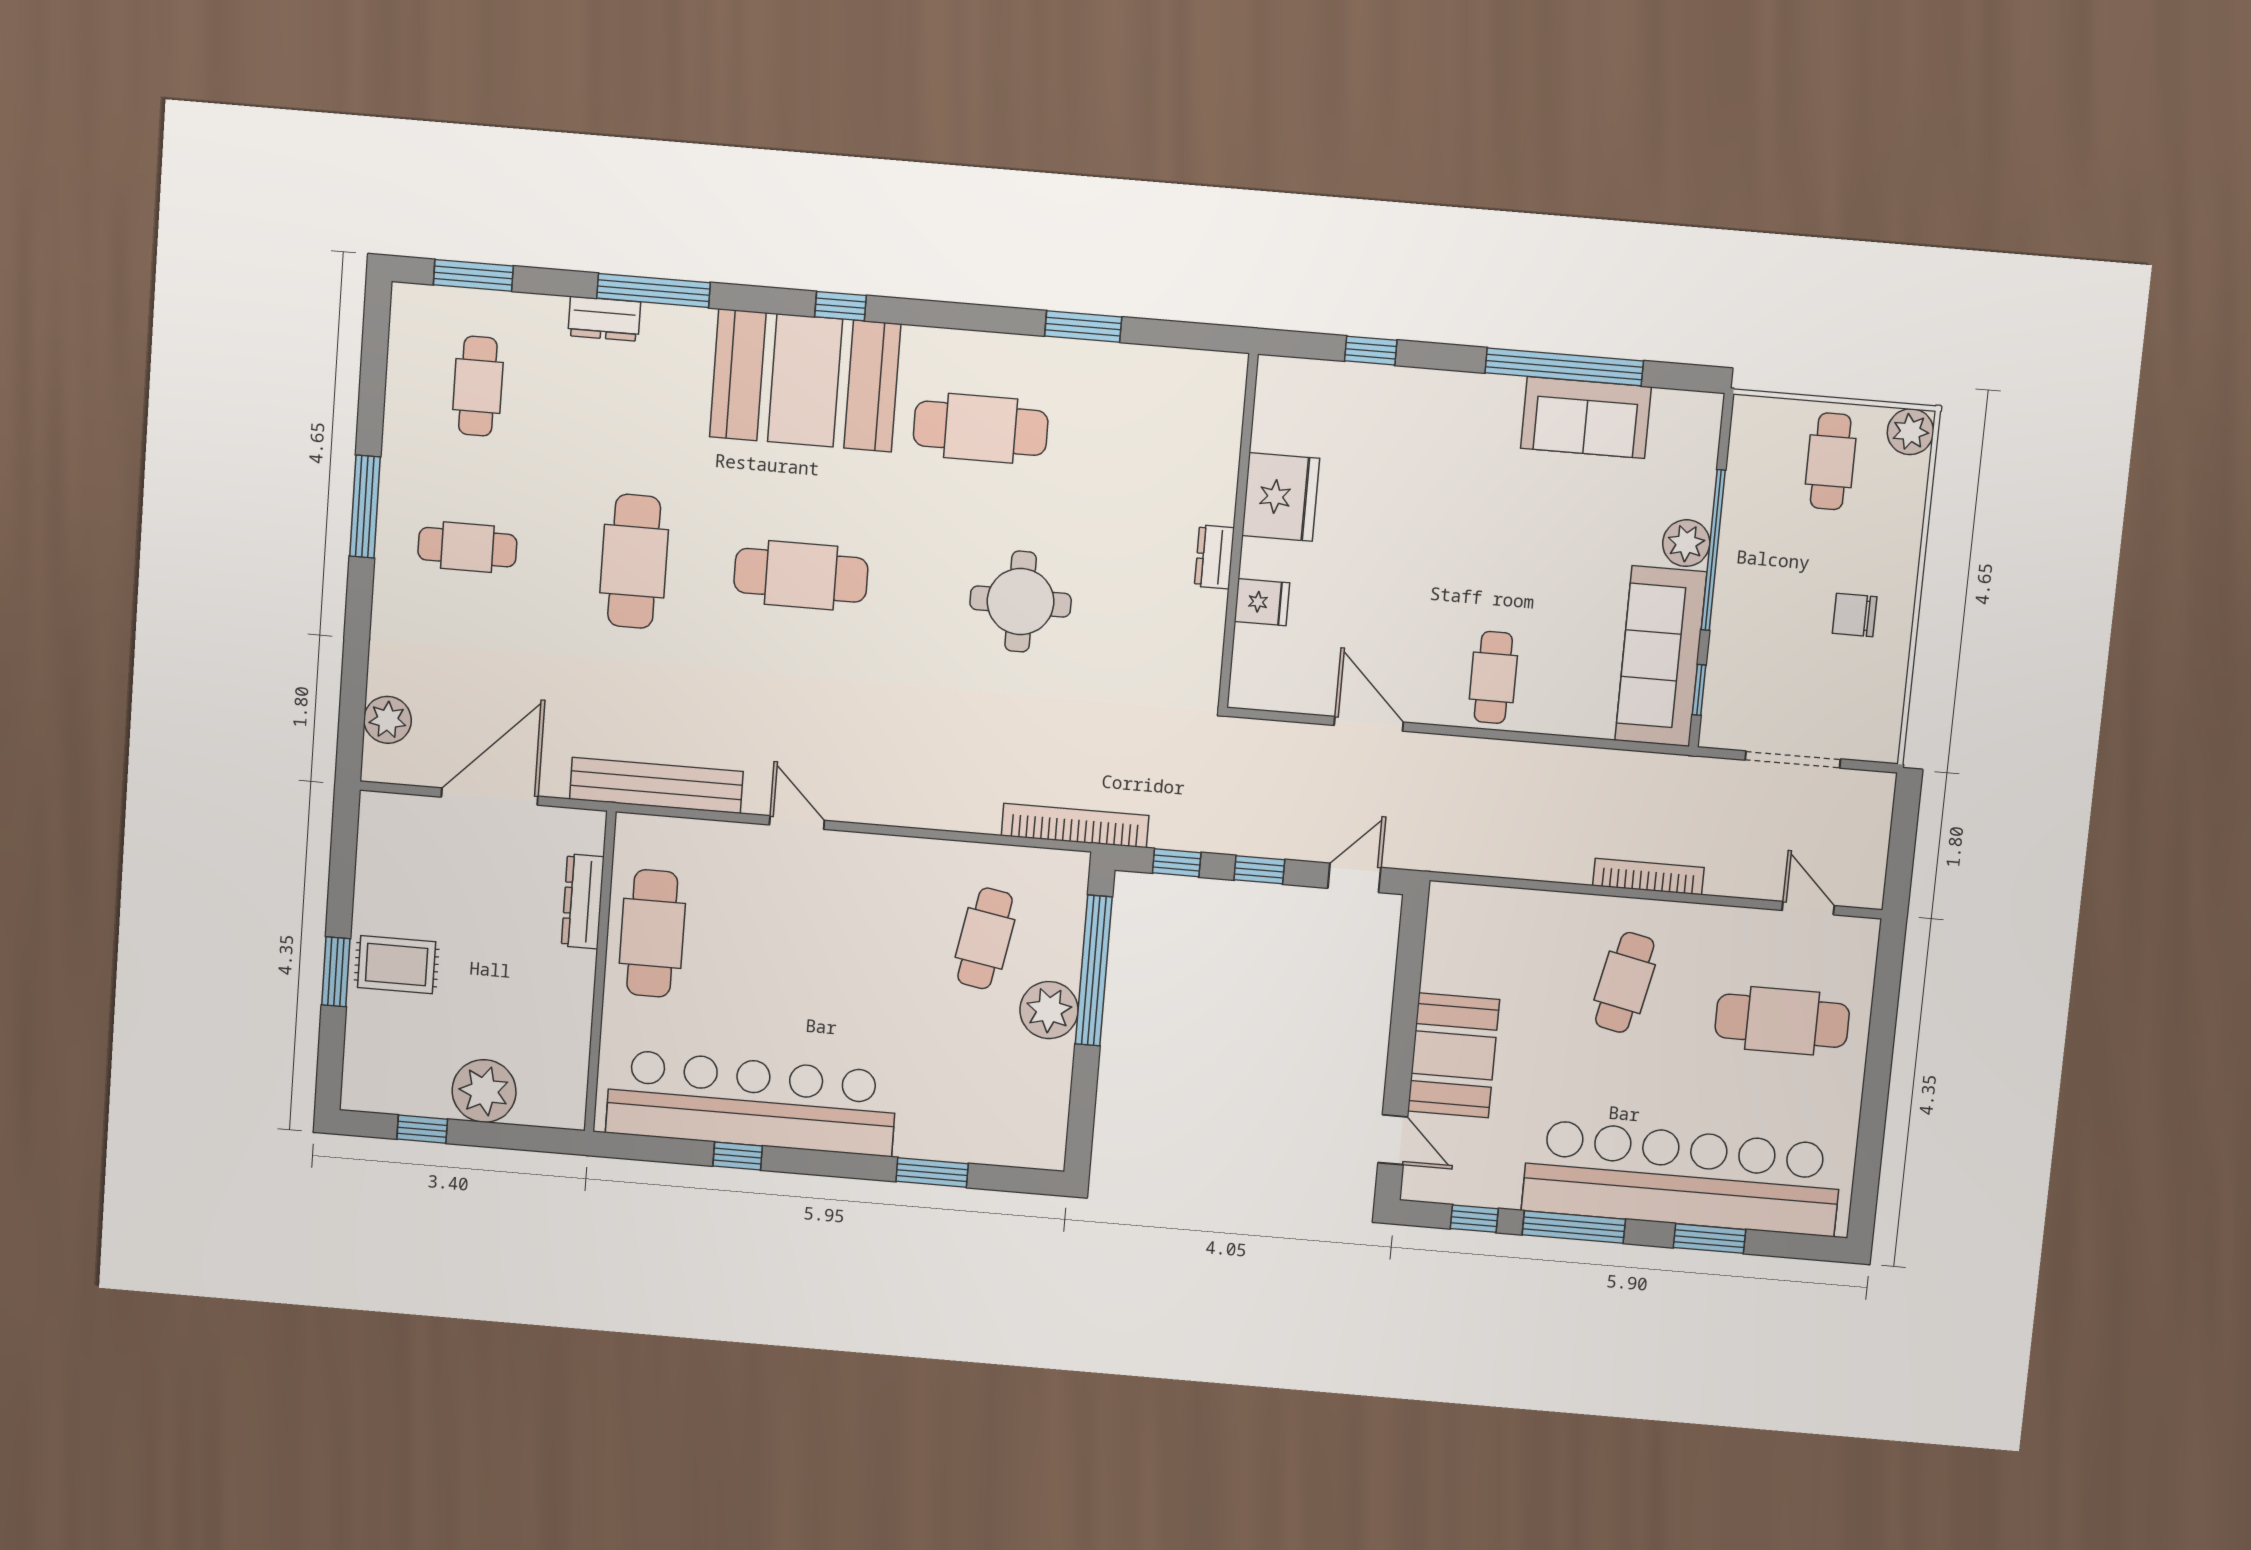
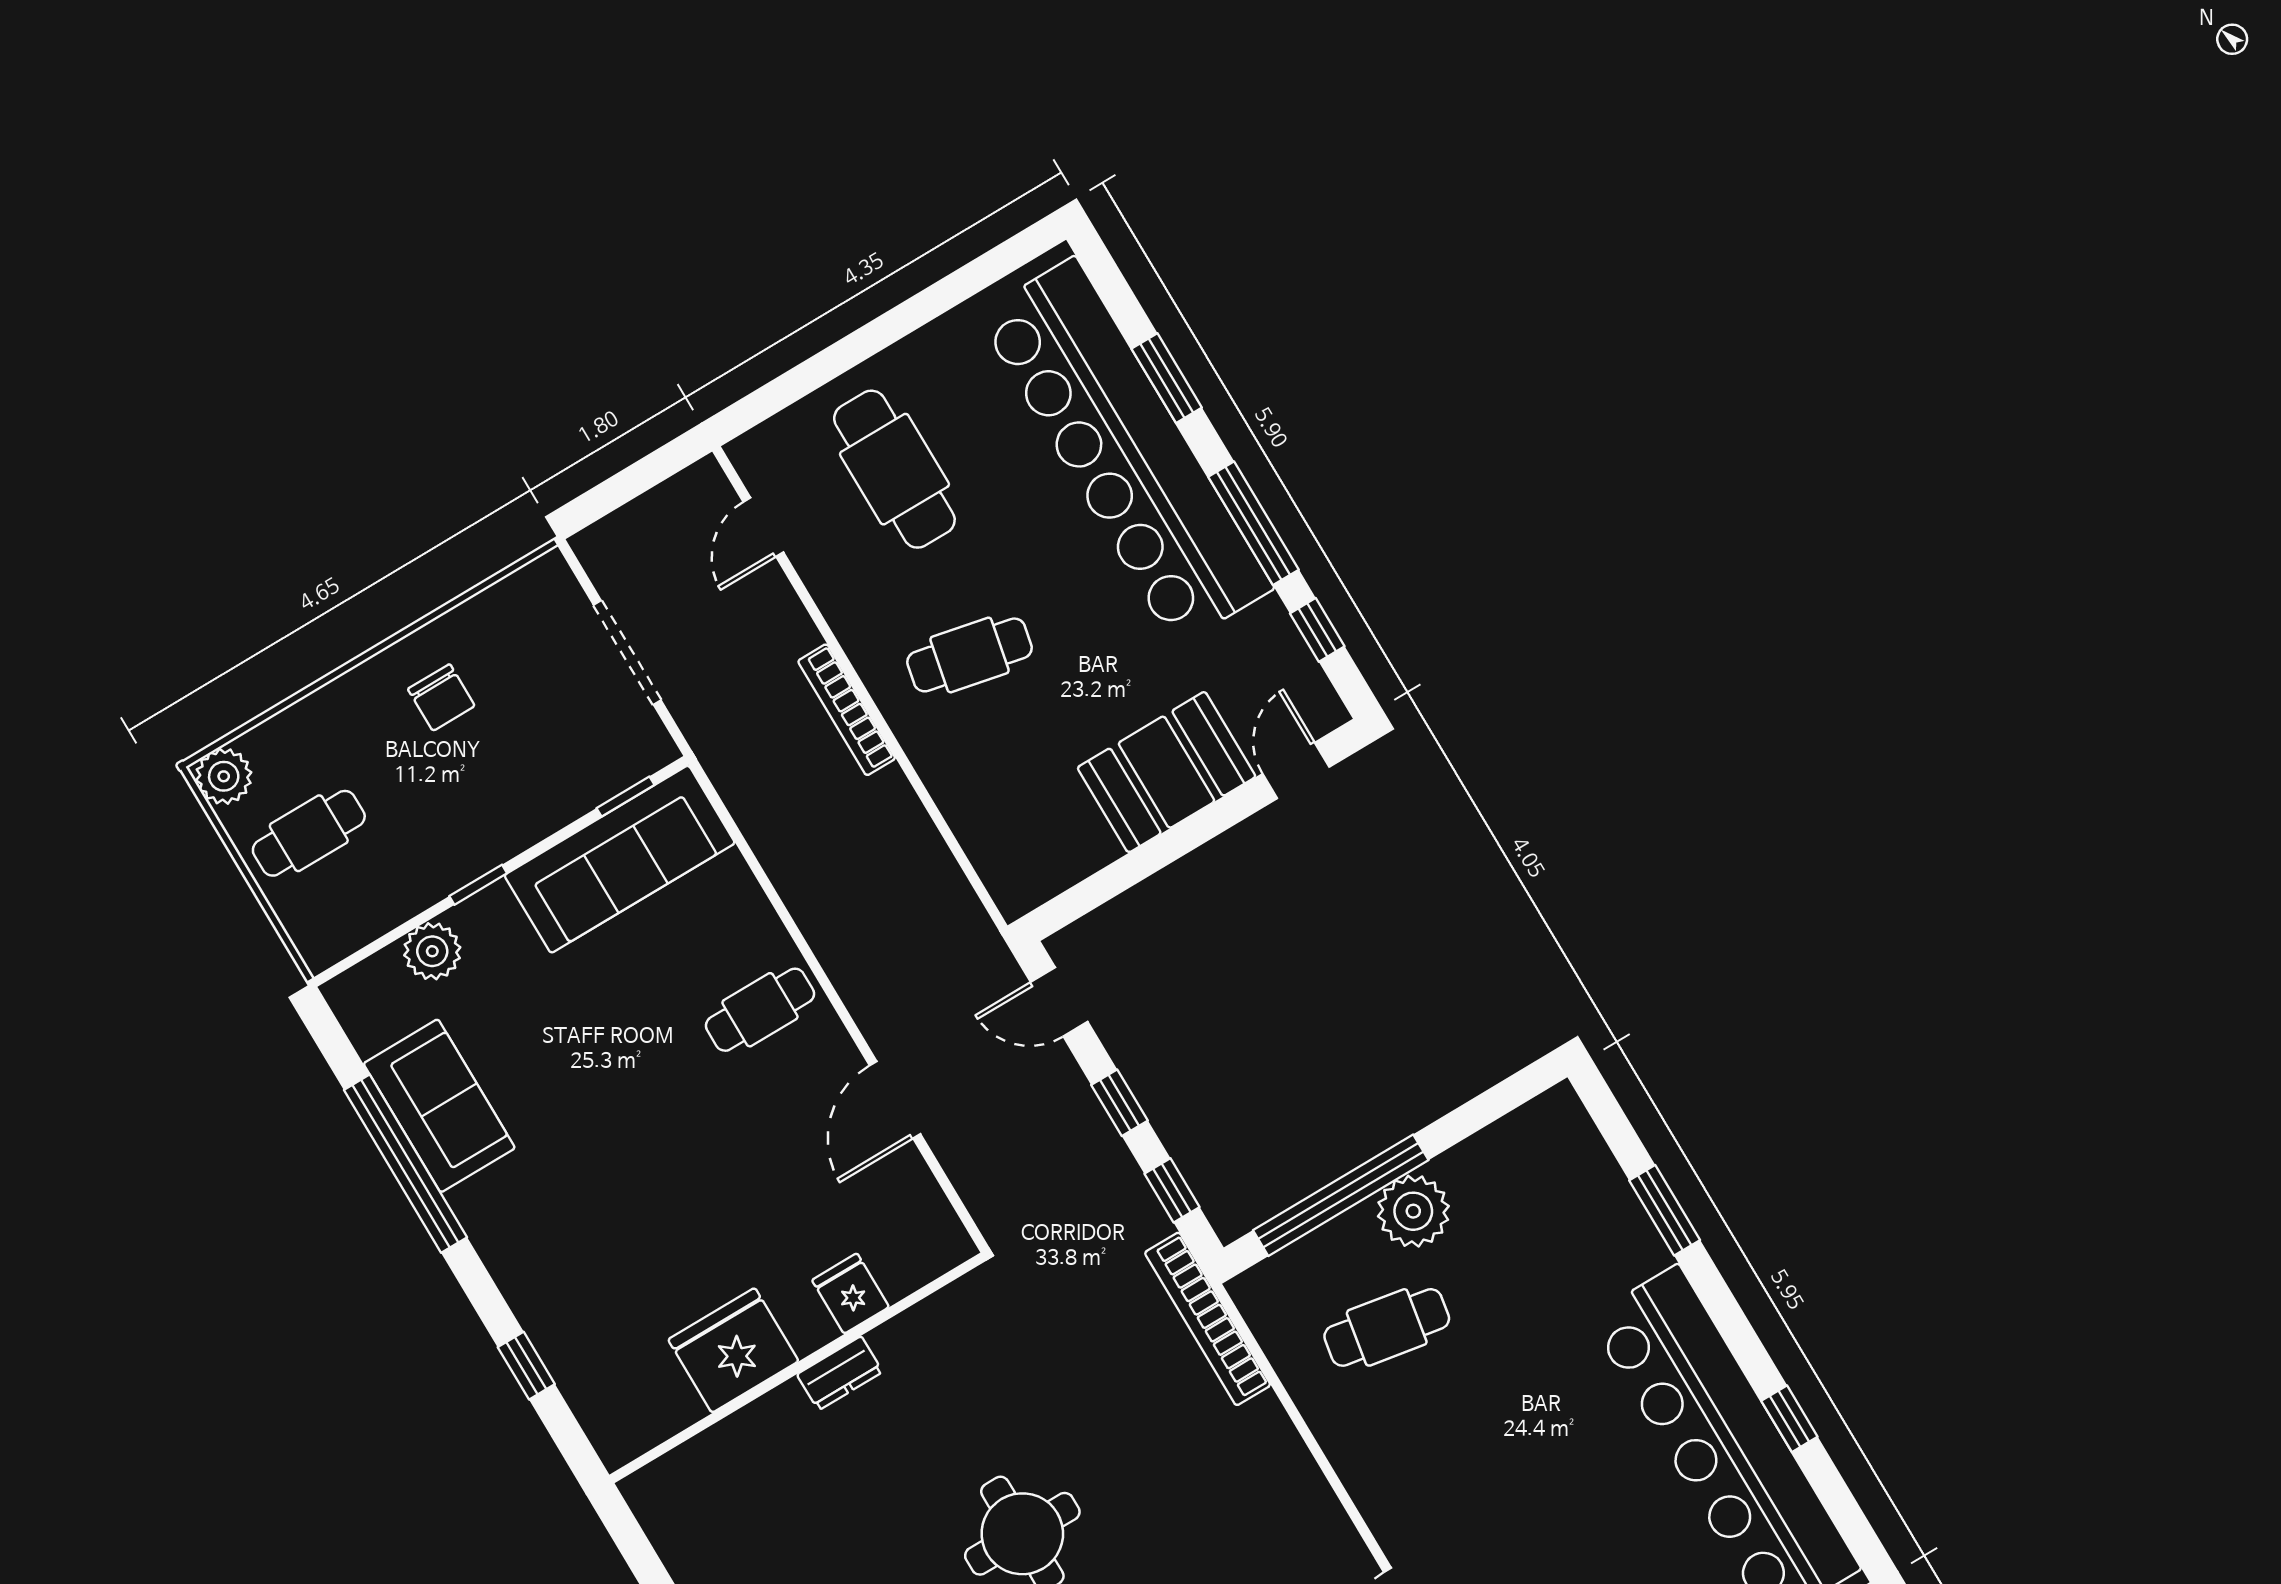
plant: (1686, 543) -> (432, 951), moved
window: (1713, 550) -> (478, 885), width x0.32

